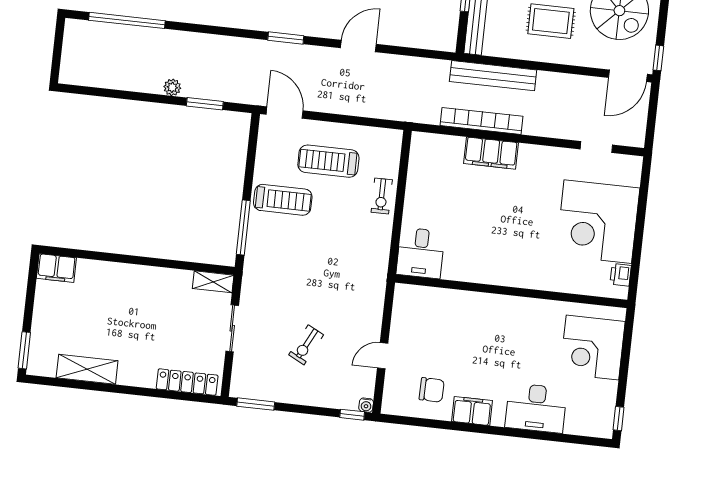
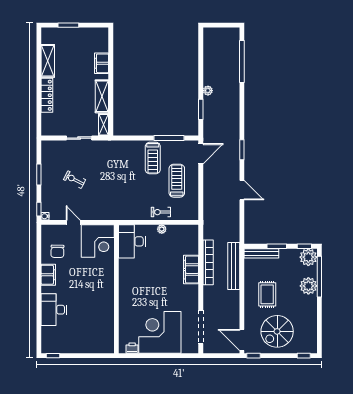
doorway: (596, 147) -> (201, 327), width x1.87
plant: (412, 198) -> (162, 229), added
window: (243, 227) -> (169, 138), moved
desk: (420, 253) -> (132, 241), width x1.37
filing cabinet: (56, 268) -> (102, 63), moved
shelving: (162, 279) -> (102, 96), added
corner desk: (592, 347) -> (98, 241), moved, turned 180
window: (24, 350) -> (68, 25), moved
locker: (187, 382) -> (47, 95), moved
window: (256, 404) -> (39, 174), moved

